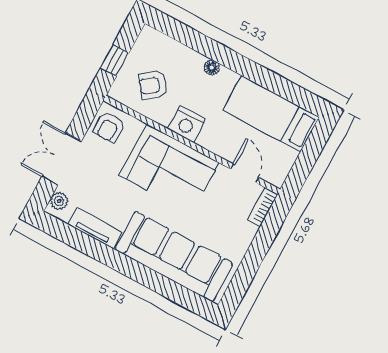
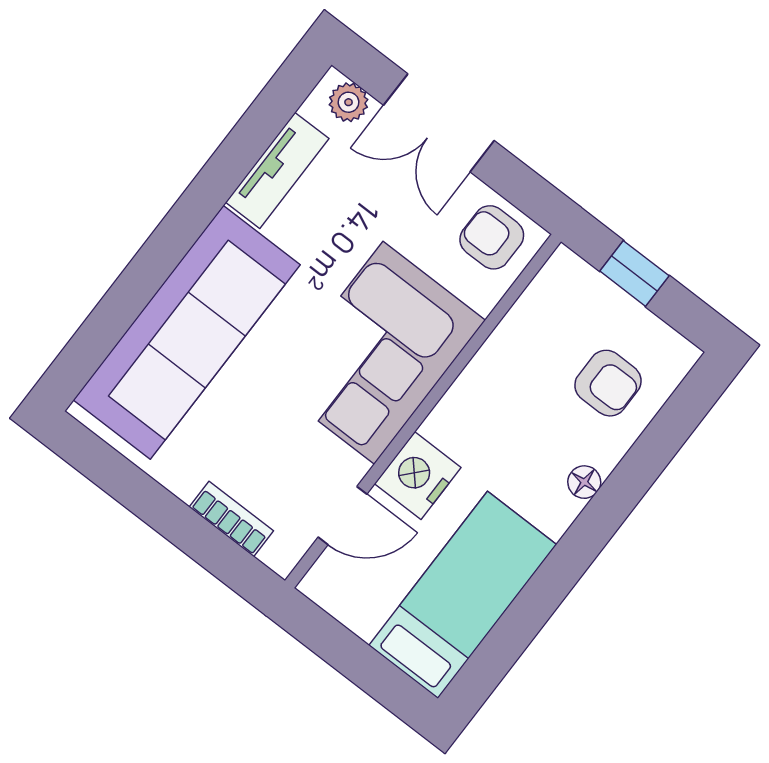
armchair: (153, 85) -> (608, 383), moved, turned 127
nightstand: (187, 124) -> (418, 476), moved
double door: (62, 159) -> (439, 123), swing flipped
bookcase: (263, 207) -> (231, 519), moved

